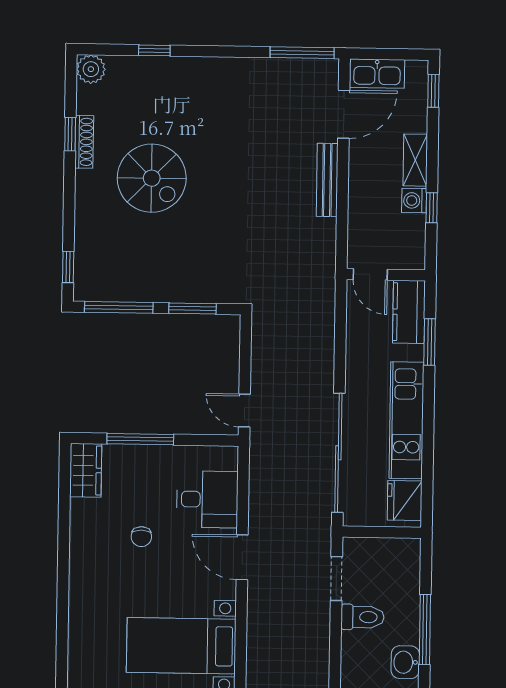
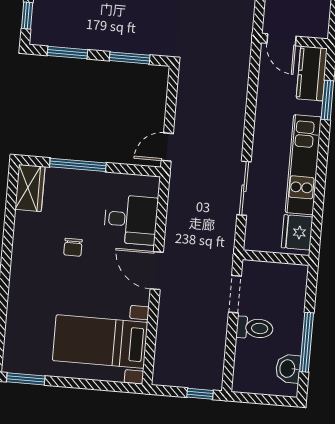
window: (119, 307) -> (67, 53), width x0.69
door: (244, 411) -> (167, 147), hinge flipped
sliding door: (338, 453) -> (244, 188), width x0.54

